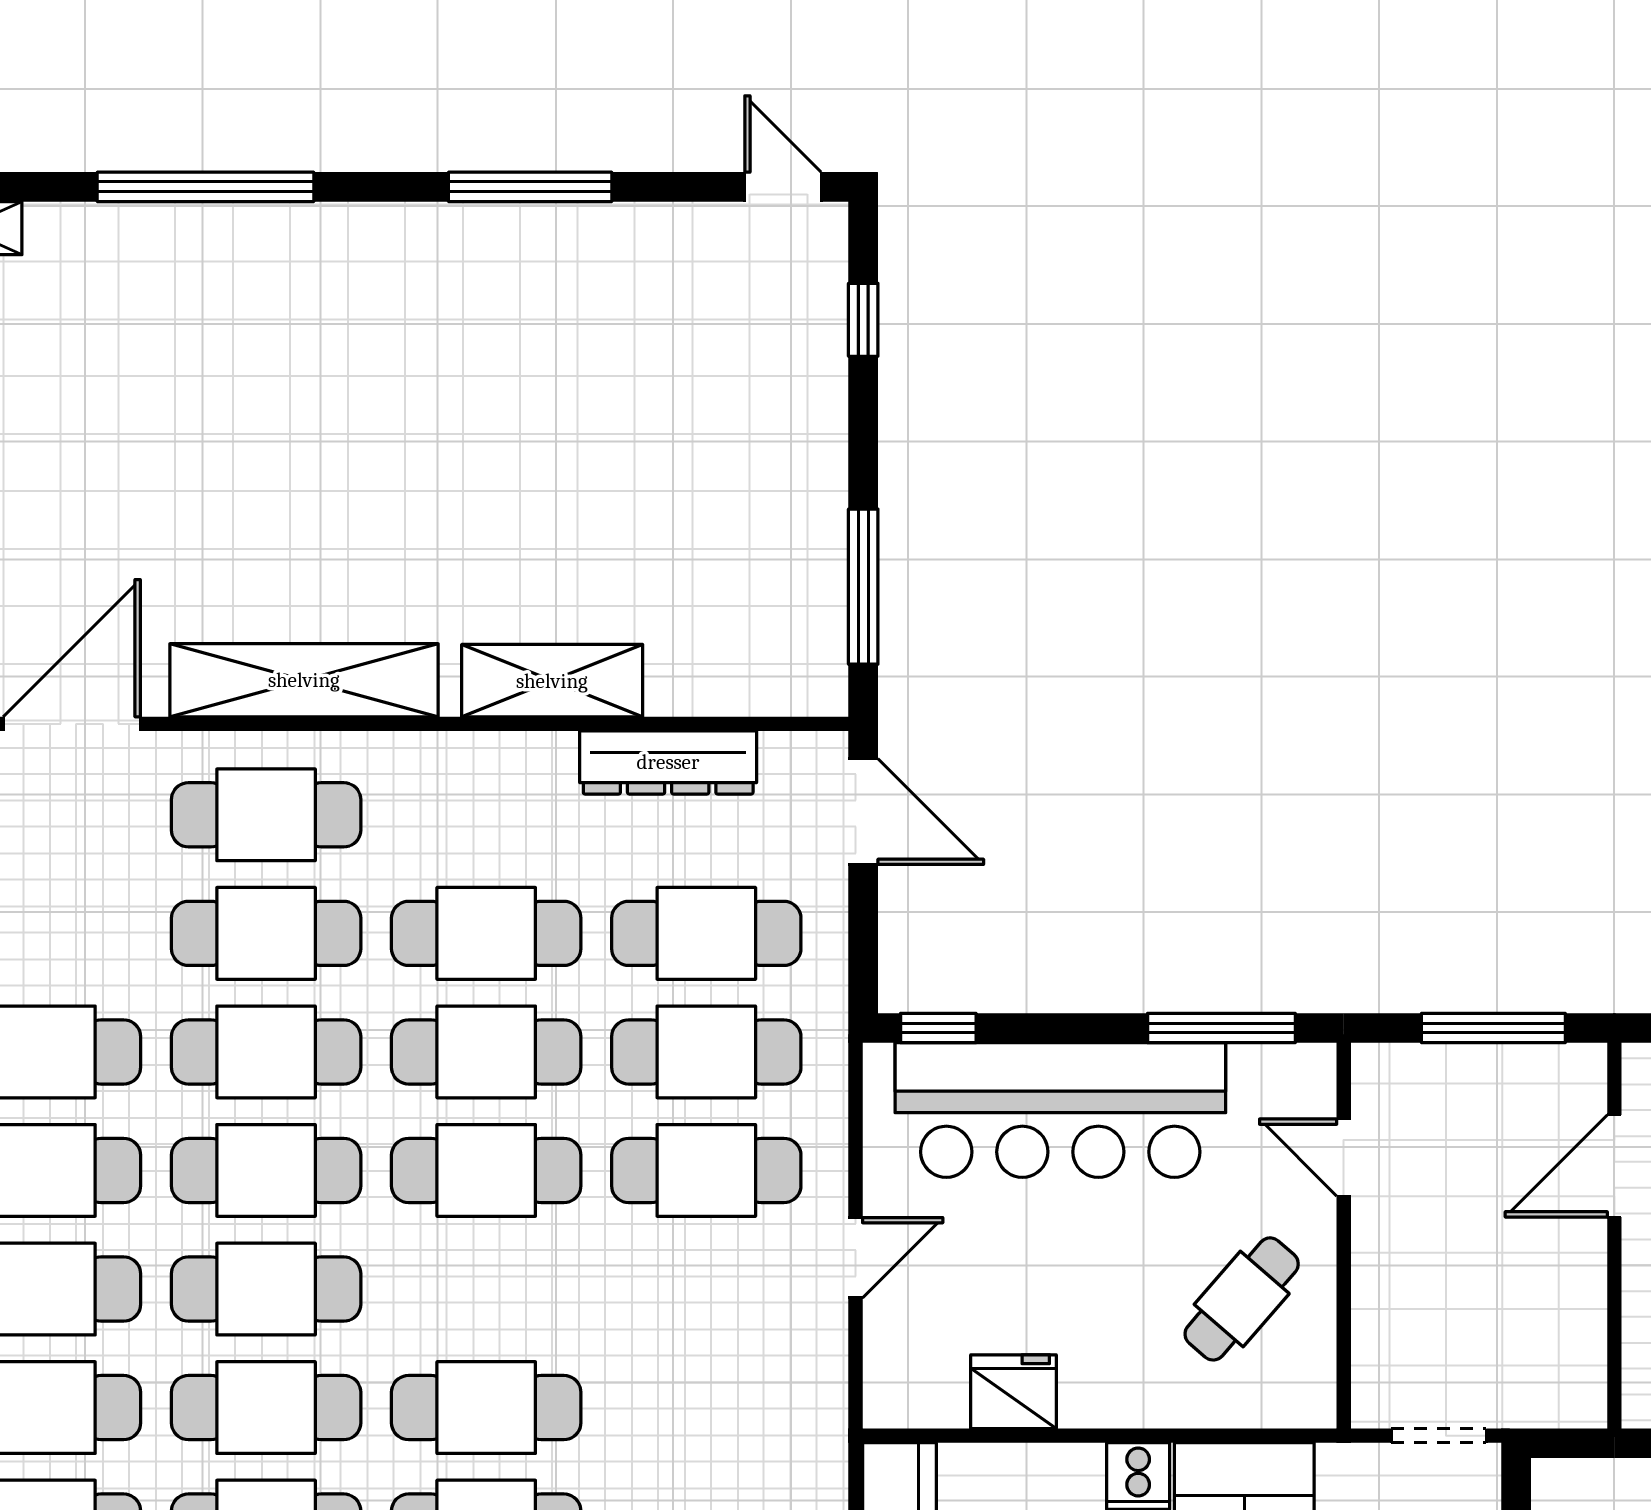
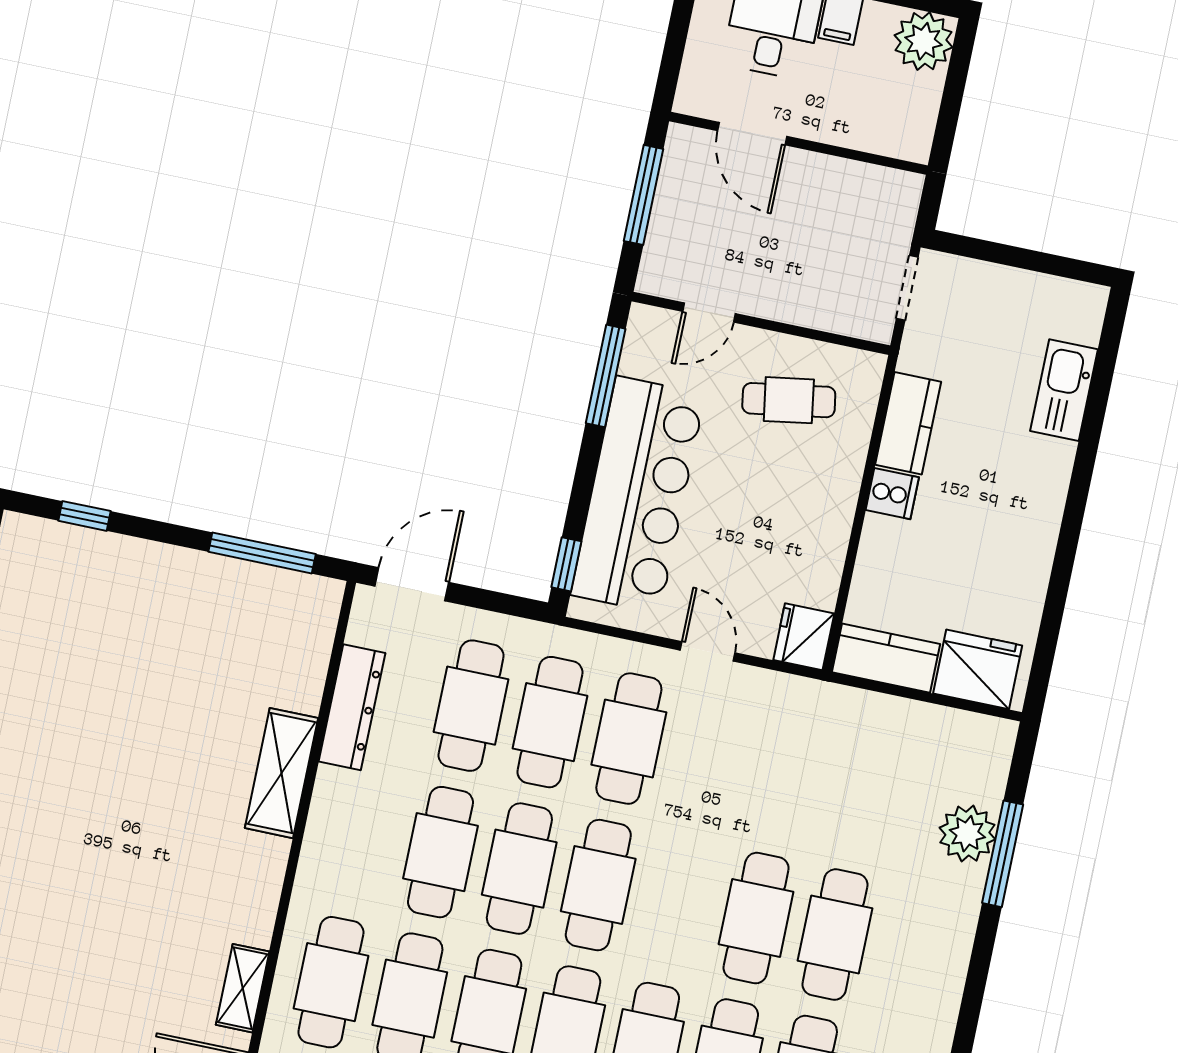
shelving: (304, 680) -> (243, 988), width x0.45, depth x0.75
cafe table: (1242, 1299) -> (789, 400), turned -50
fridge: (1014, 1392) -> (804, 637), moved

